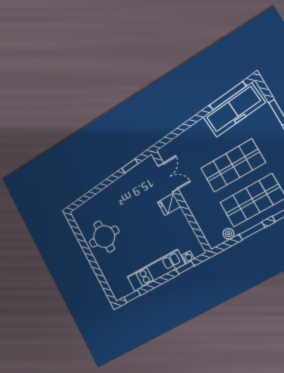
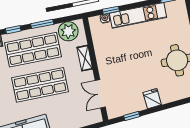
fridge: (169, 204) -> (152, 99), moved, turned -94
shelving: (195, 209) -> (85, 58), added
plant: (229, 234) -> (68, 31), width x1.88, depth x1.88

